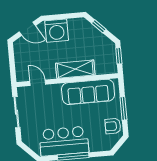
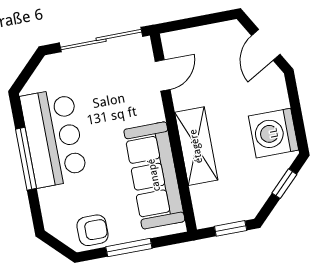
washing machine: (57, 31) -> (274, 133), moved
sliding door: (16, 112) -> (101, 40), width x1.37
armchair: (113, 126) -> (93, 230), turned 90

